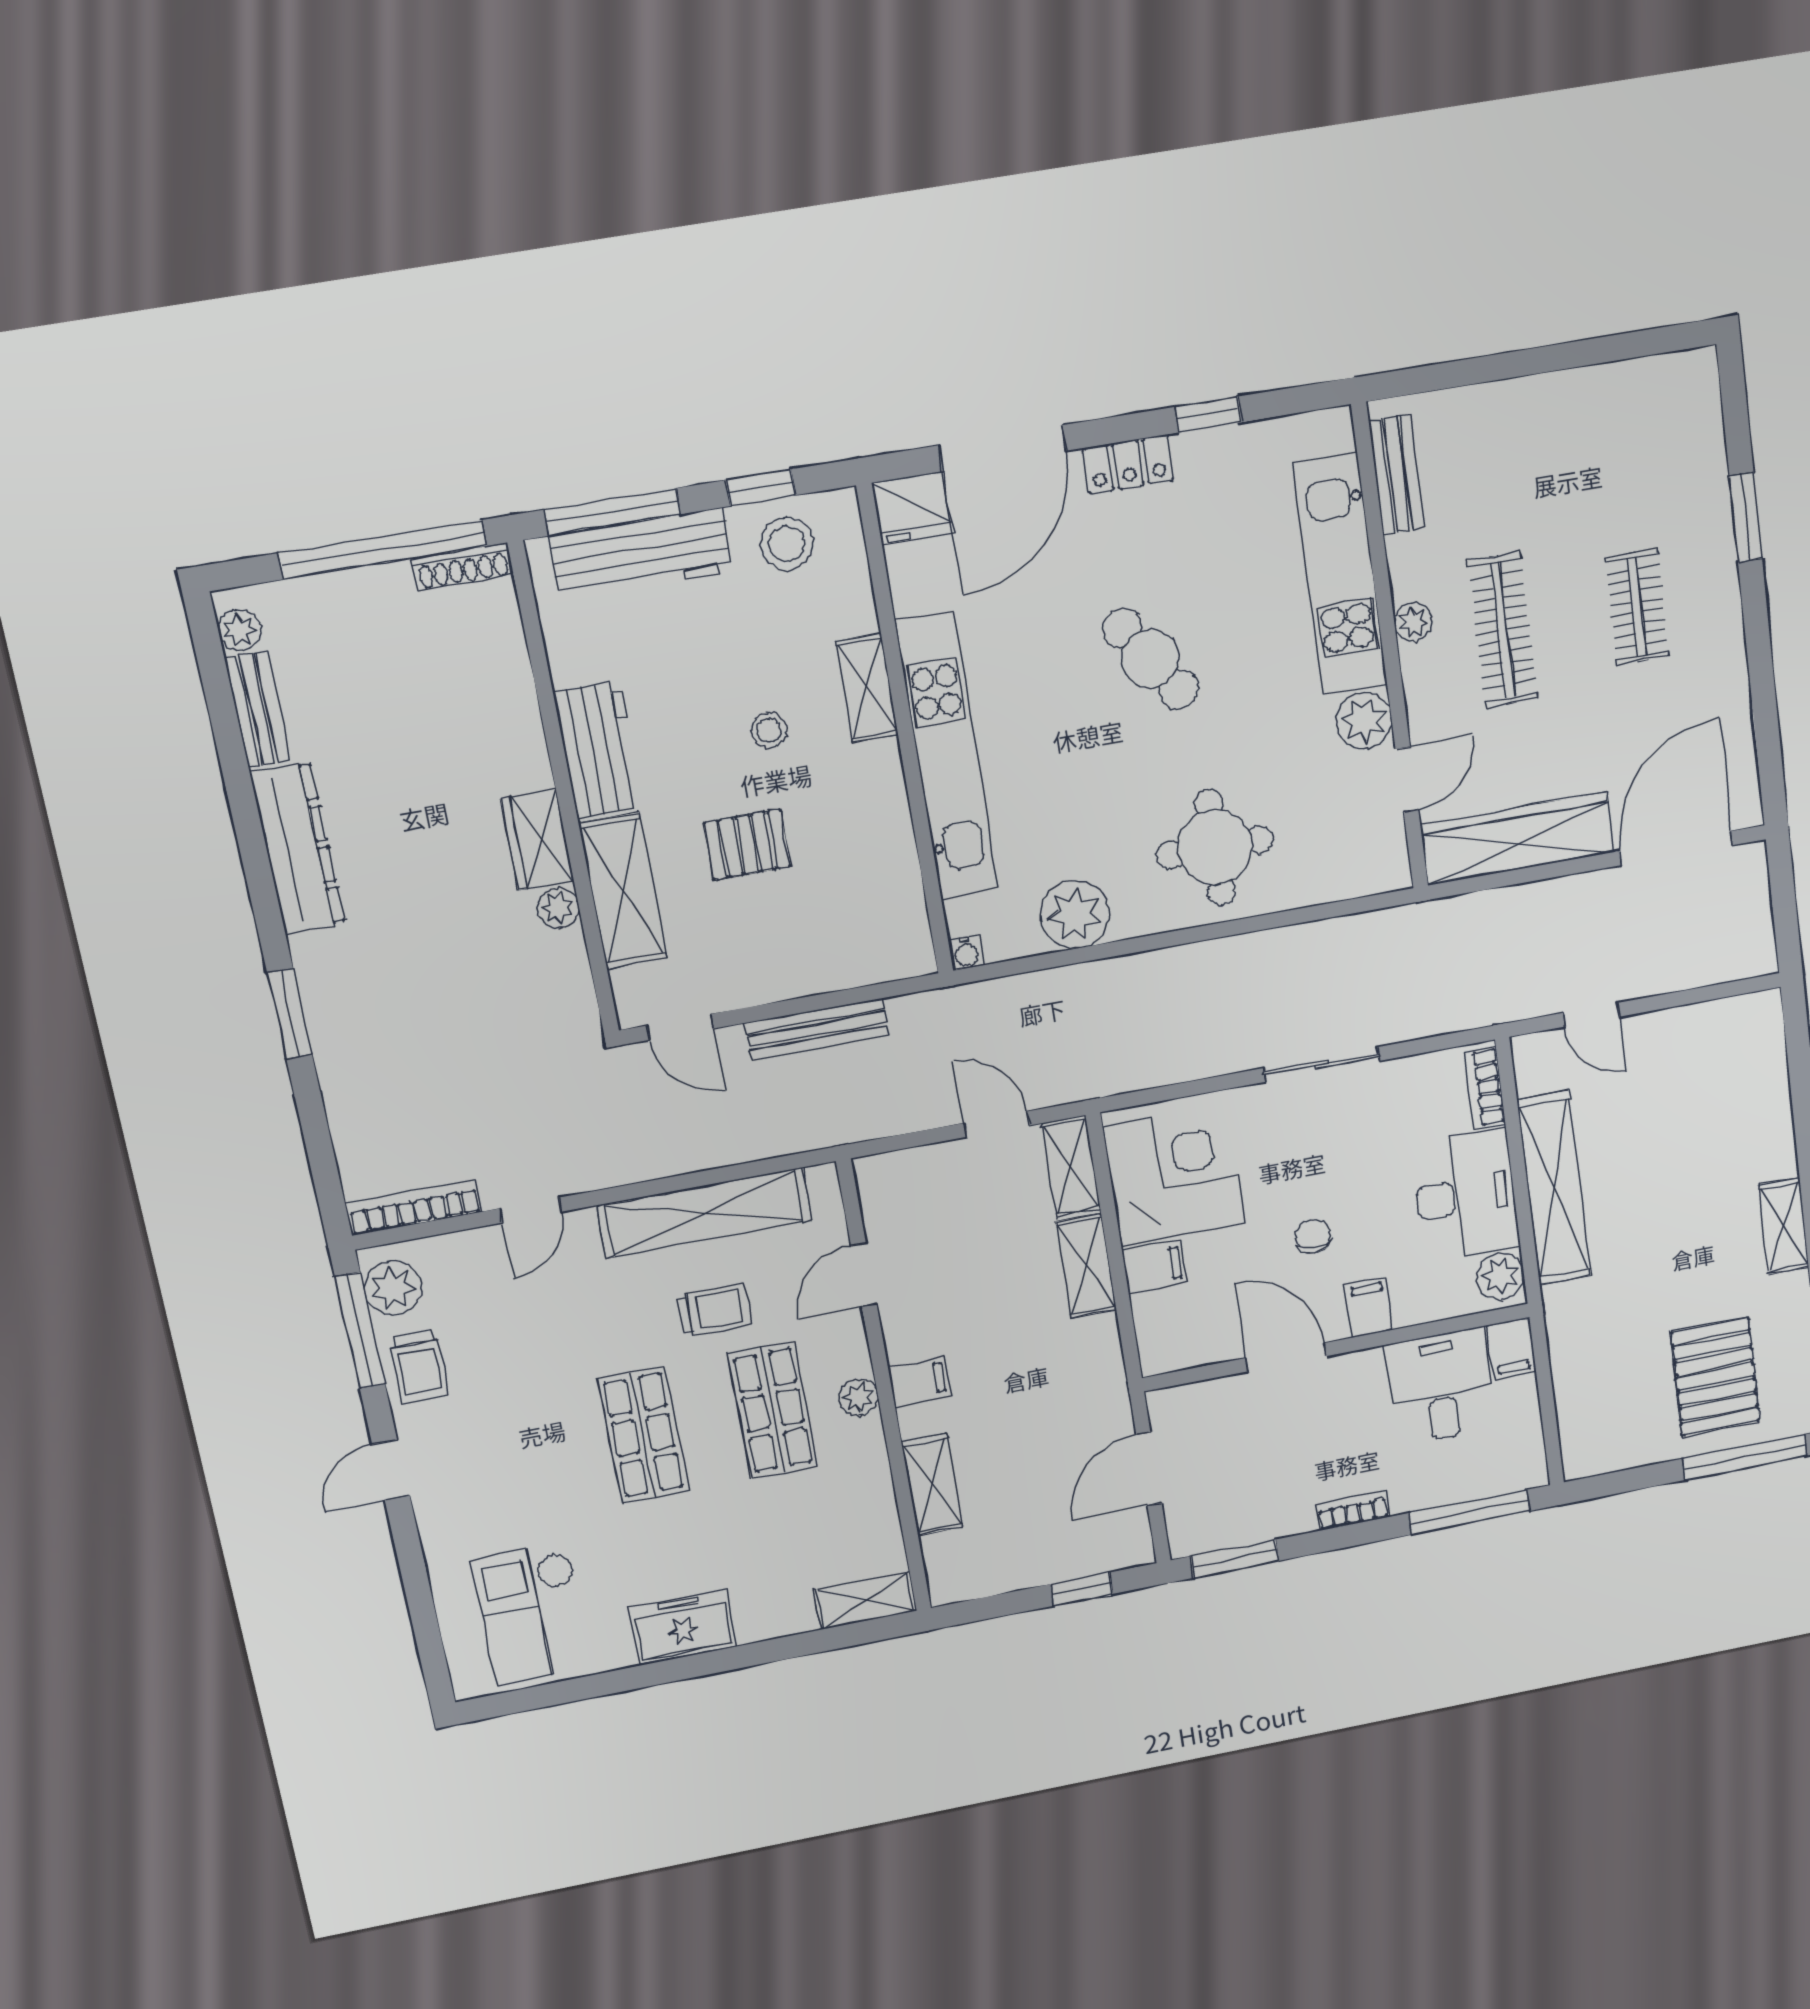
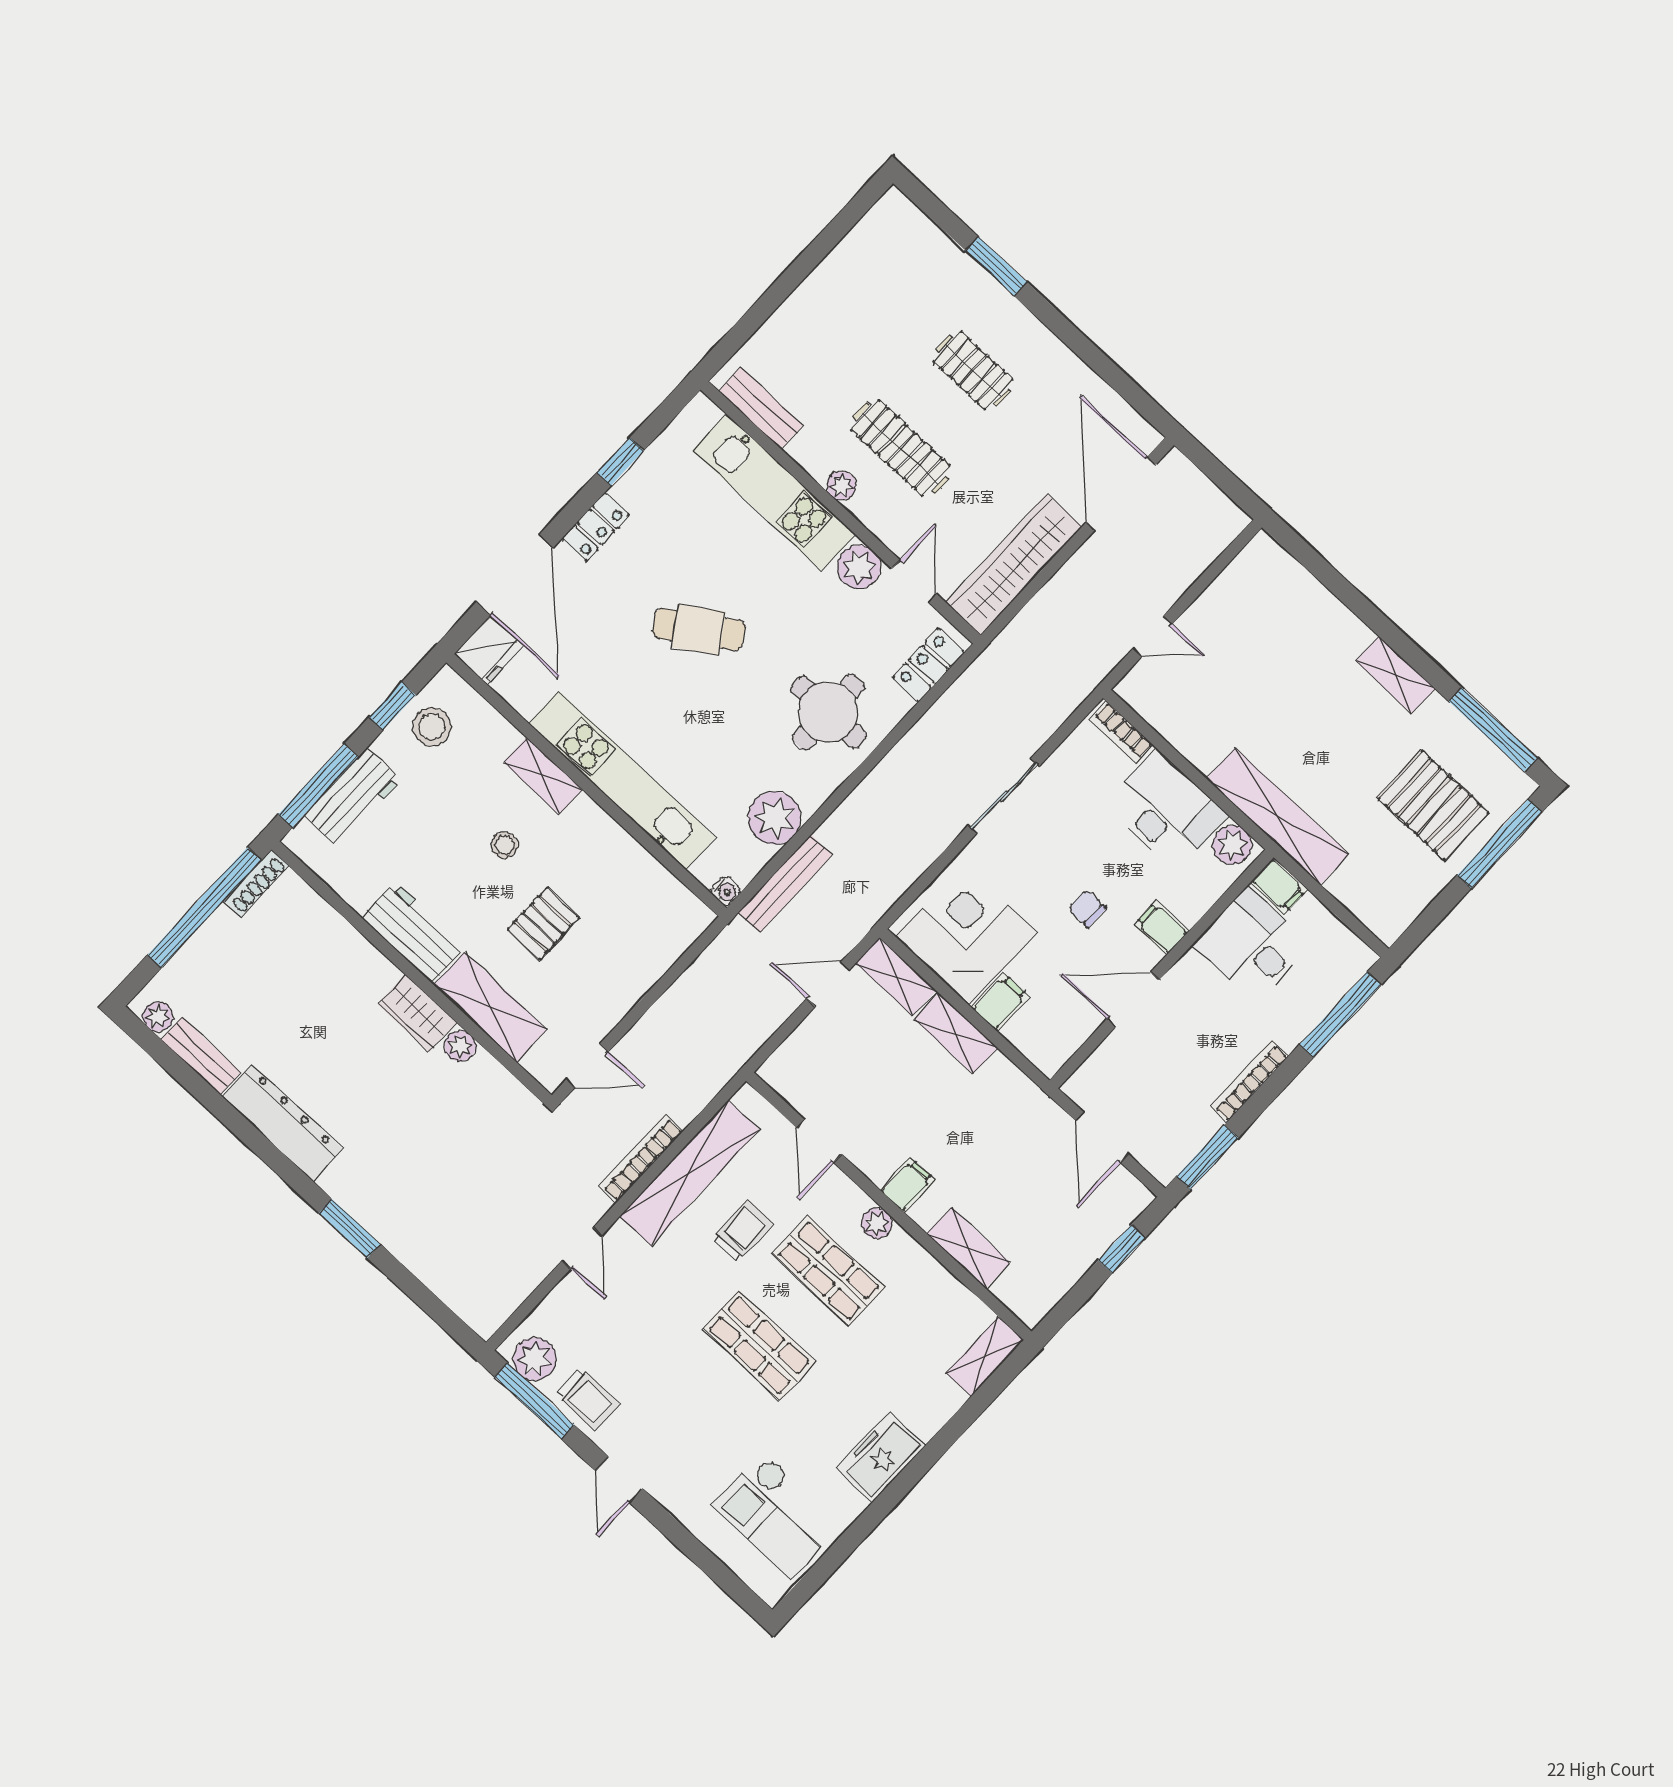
workbench: (641, 554) -> (353, 797), width x0.73
locker: (1353, 876) -> (928, 665), added
bench: (817, 1029) -> (785, 883), moved
shelving: (1554, 1188) -> (1278, 816), moved
bookcase: (414, 1208) -> (641, 1158), moved
bookcase: (1353, 1511) -> (1249, 1081), width x1.56

